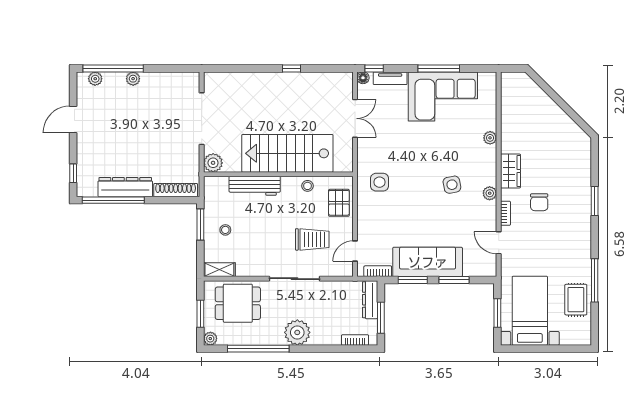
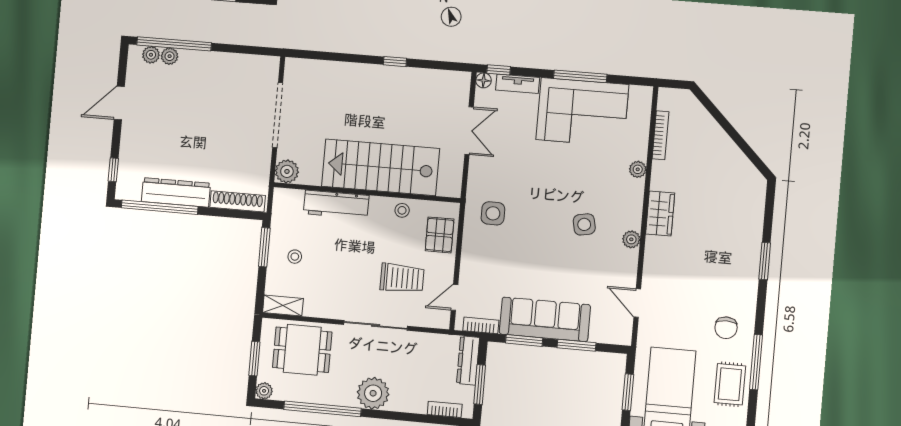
plant: (133, 79) -> (170, 56), moved
chair: (539, 202) -> (726, 328), moved
bookcase: (505, 213) -> (660, 135), moved, width x1.56

